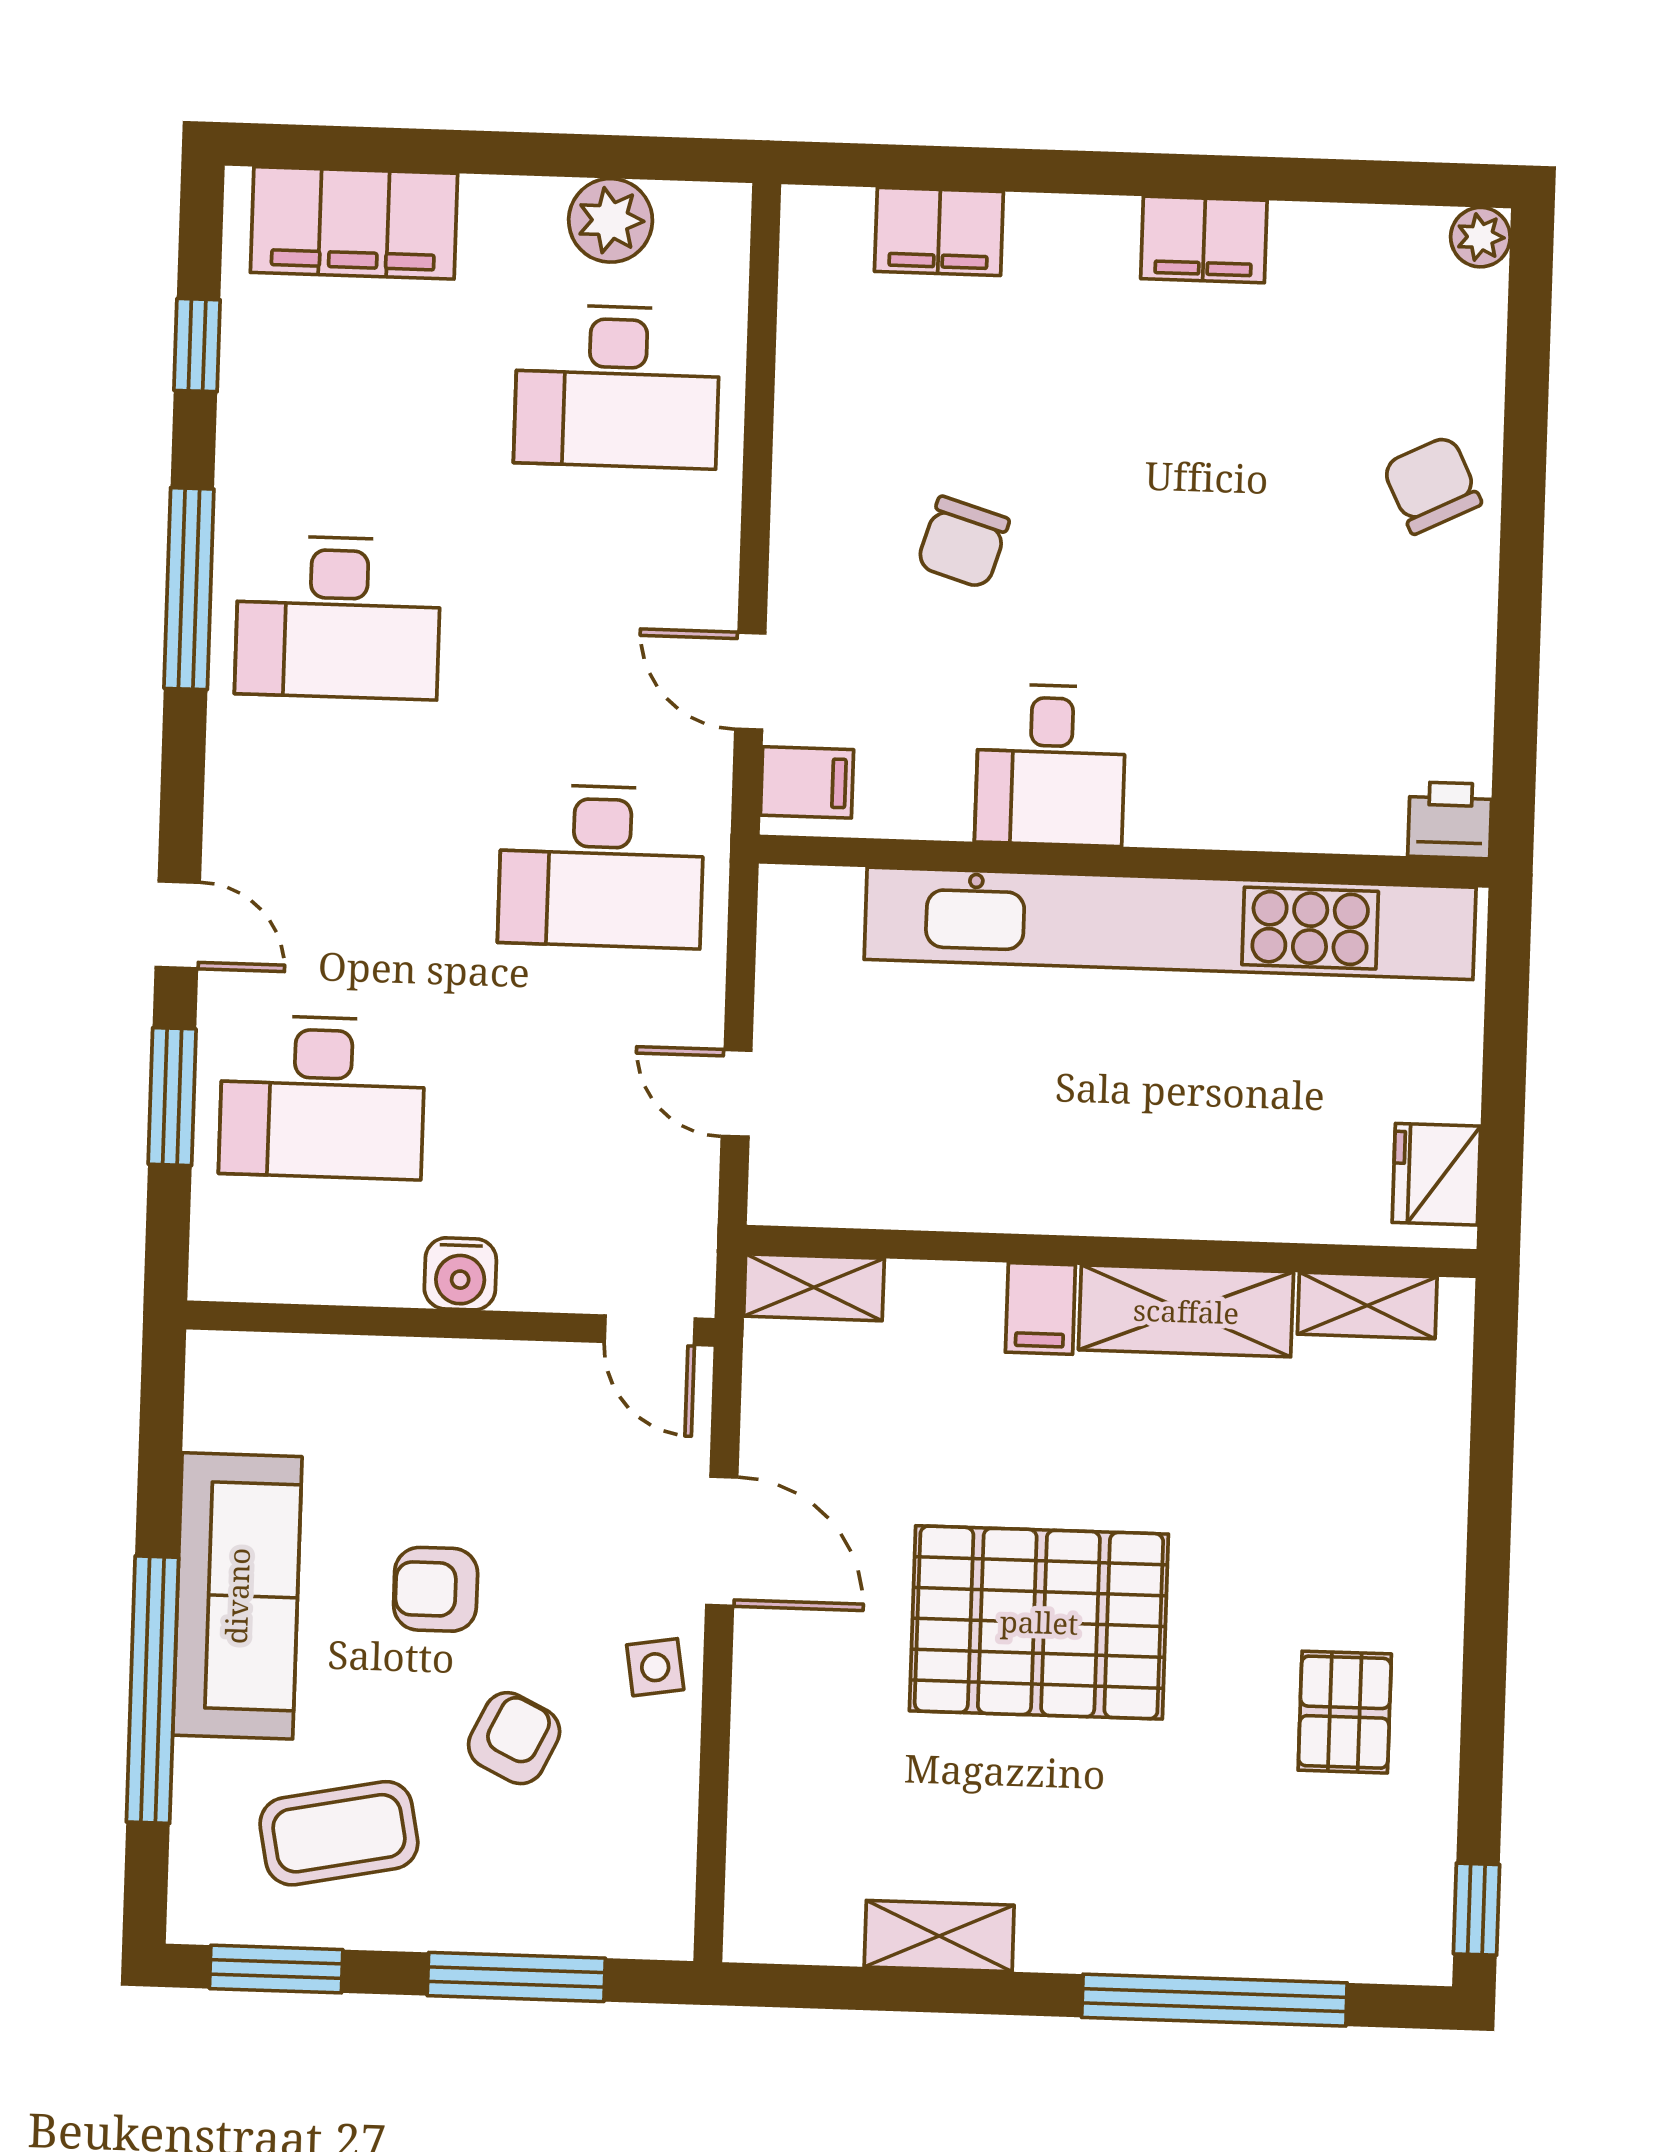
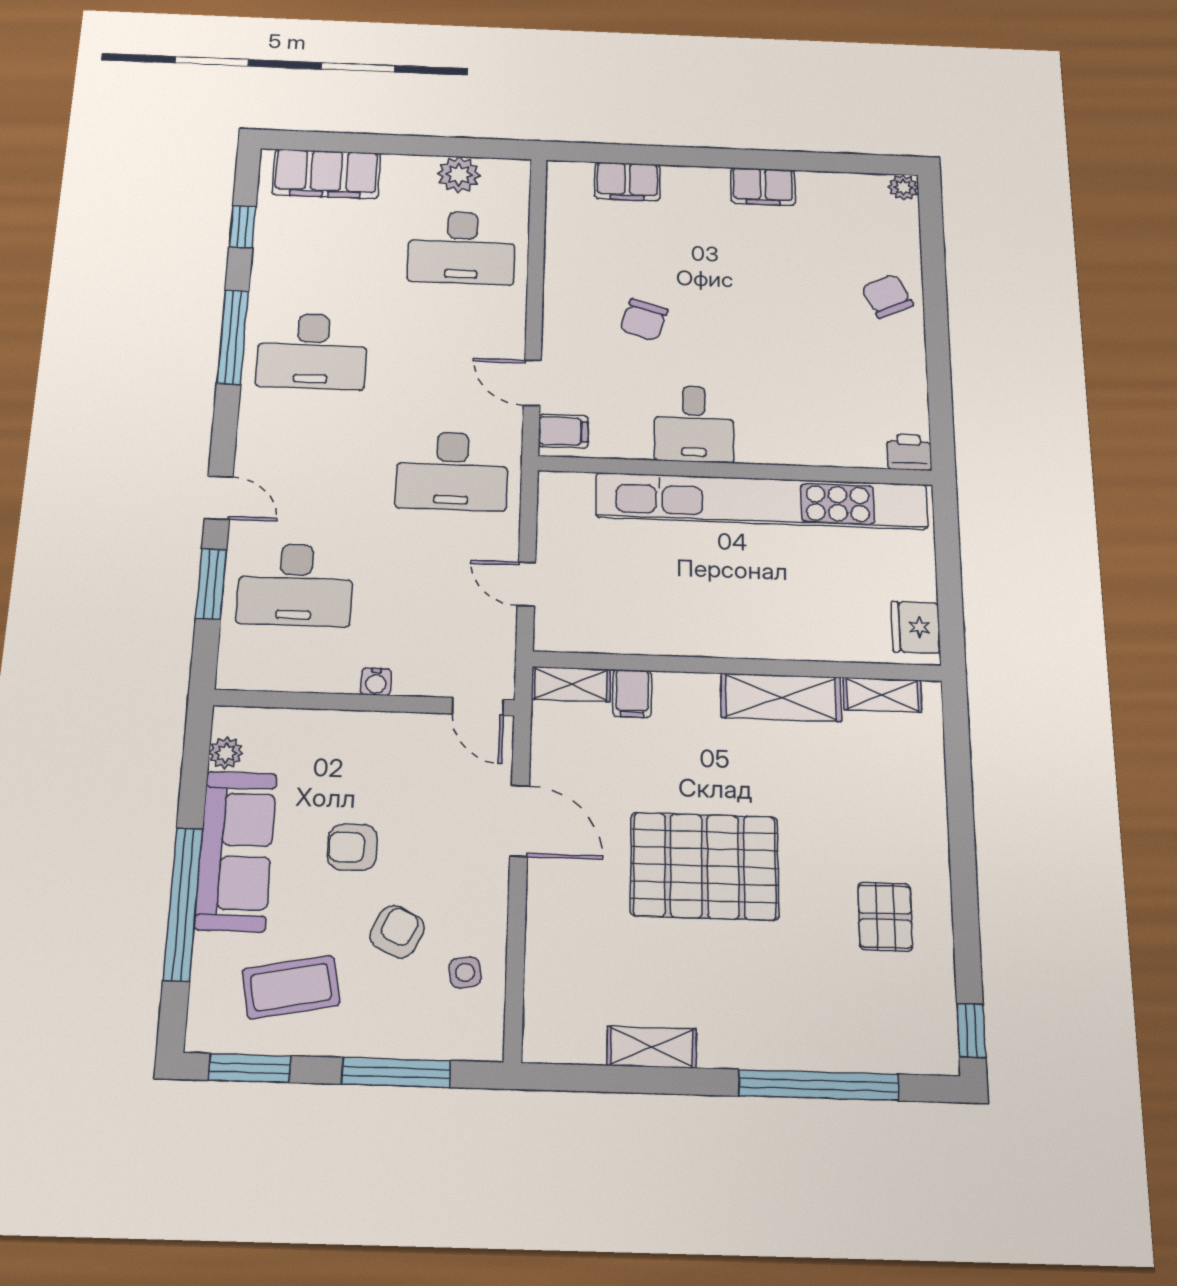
water cooler: (460, 1274) -> (376, 682), width x0.72, depth x0.72
filing cabinet: (1040, 1308) -> (632, 693), moved
plant: (213, 1418) -> (226, 753), added
side table: (655, 1667) -> (465, 972), moved

